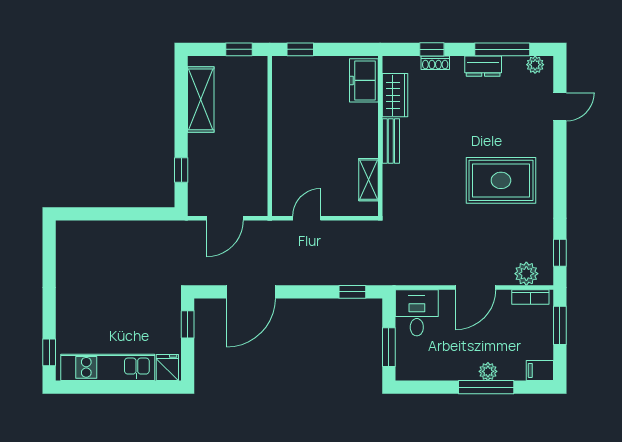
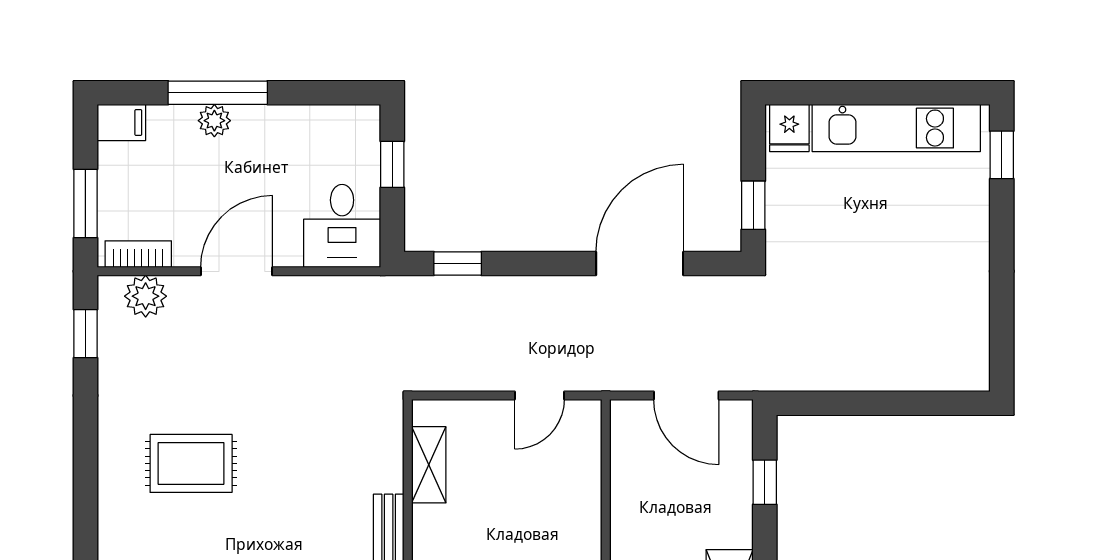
rug: (501, 180) -> (191, 463), width x0.73, depth x0.70
door: (225, 218) -> (686, 395), swing flipped
window: (389, 347) -> (392, 164), width x0.67

